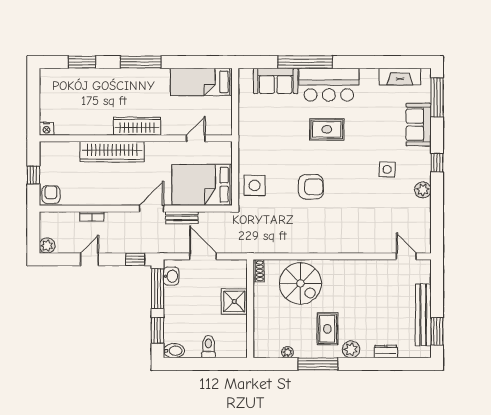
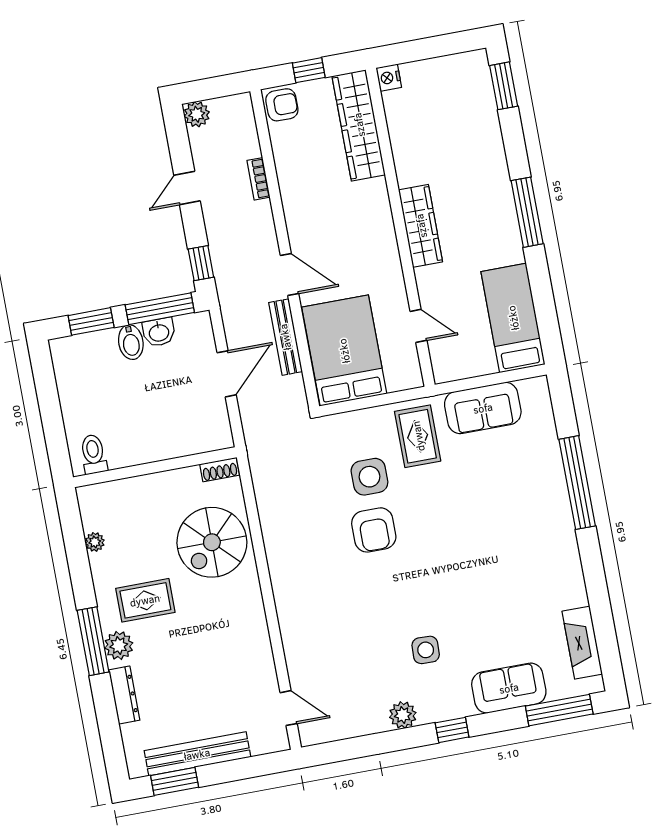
window: (82, 62) -> (504, 86), moved
sofa: (276, 81) -> (483, 408), moved, turned -90
bar counter: (329, 85) -> (547, 528), removed
rug: (327, 129) -> (418, 436), moved
wardrobe: (112, 152) -> (359, 125), moved
side table: (255, 185) -> (369, 477), moved
bench: (182, 218) -> (285, 337), width x1.36
door: (406, 256) -> (289, 708), hinge flipped
door: (89, 259) -> (187, 188), swing flipped
washbasin: (171, 276) -> (159, 332), moved
shower: (234, 301) -> (162, 439), removed
toilet: (208, 347) -> (93, 454), moved, turned -90
bidet: (174, 351) -> (131, 342), moved
dresser: (386, 352) -> (124, 695), width x1.44
window: (318, 364) -> (93, 641), moved

